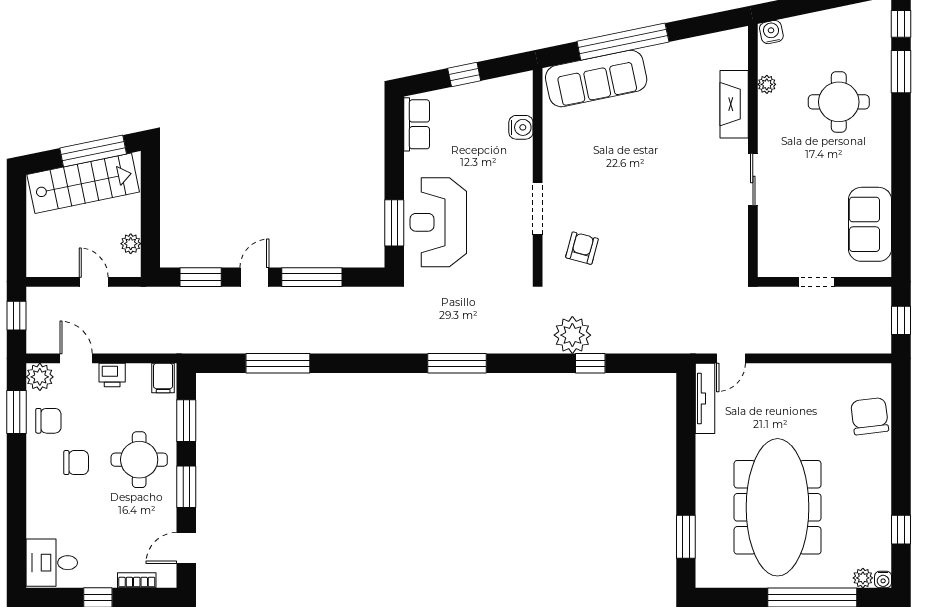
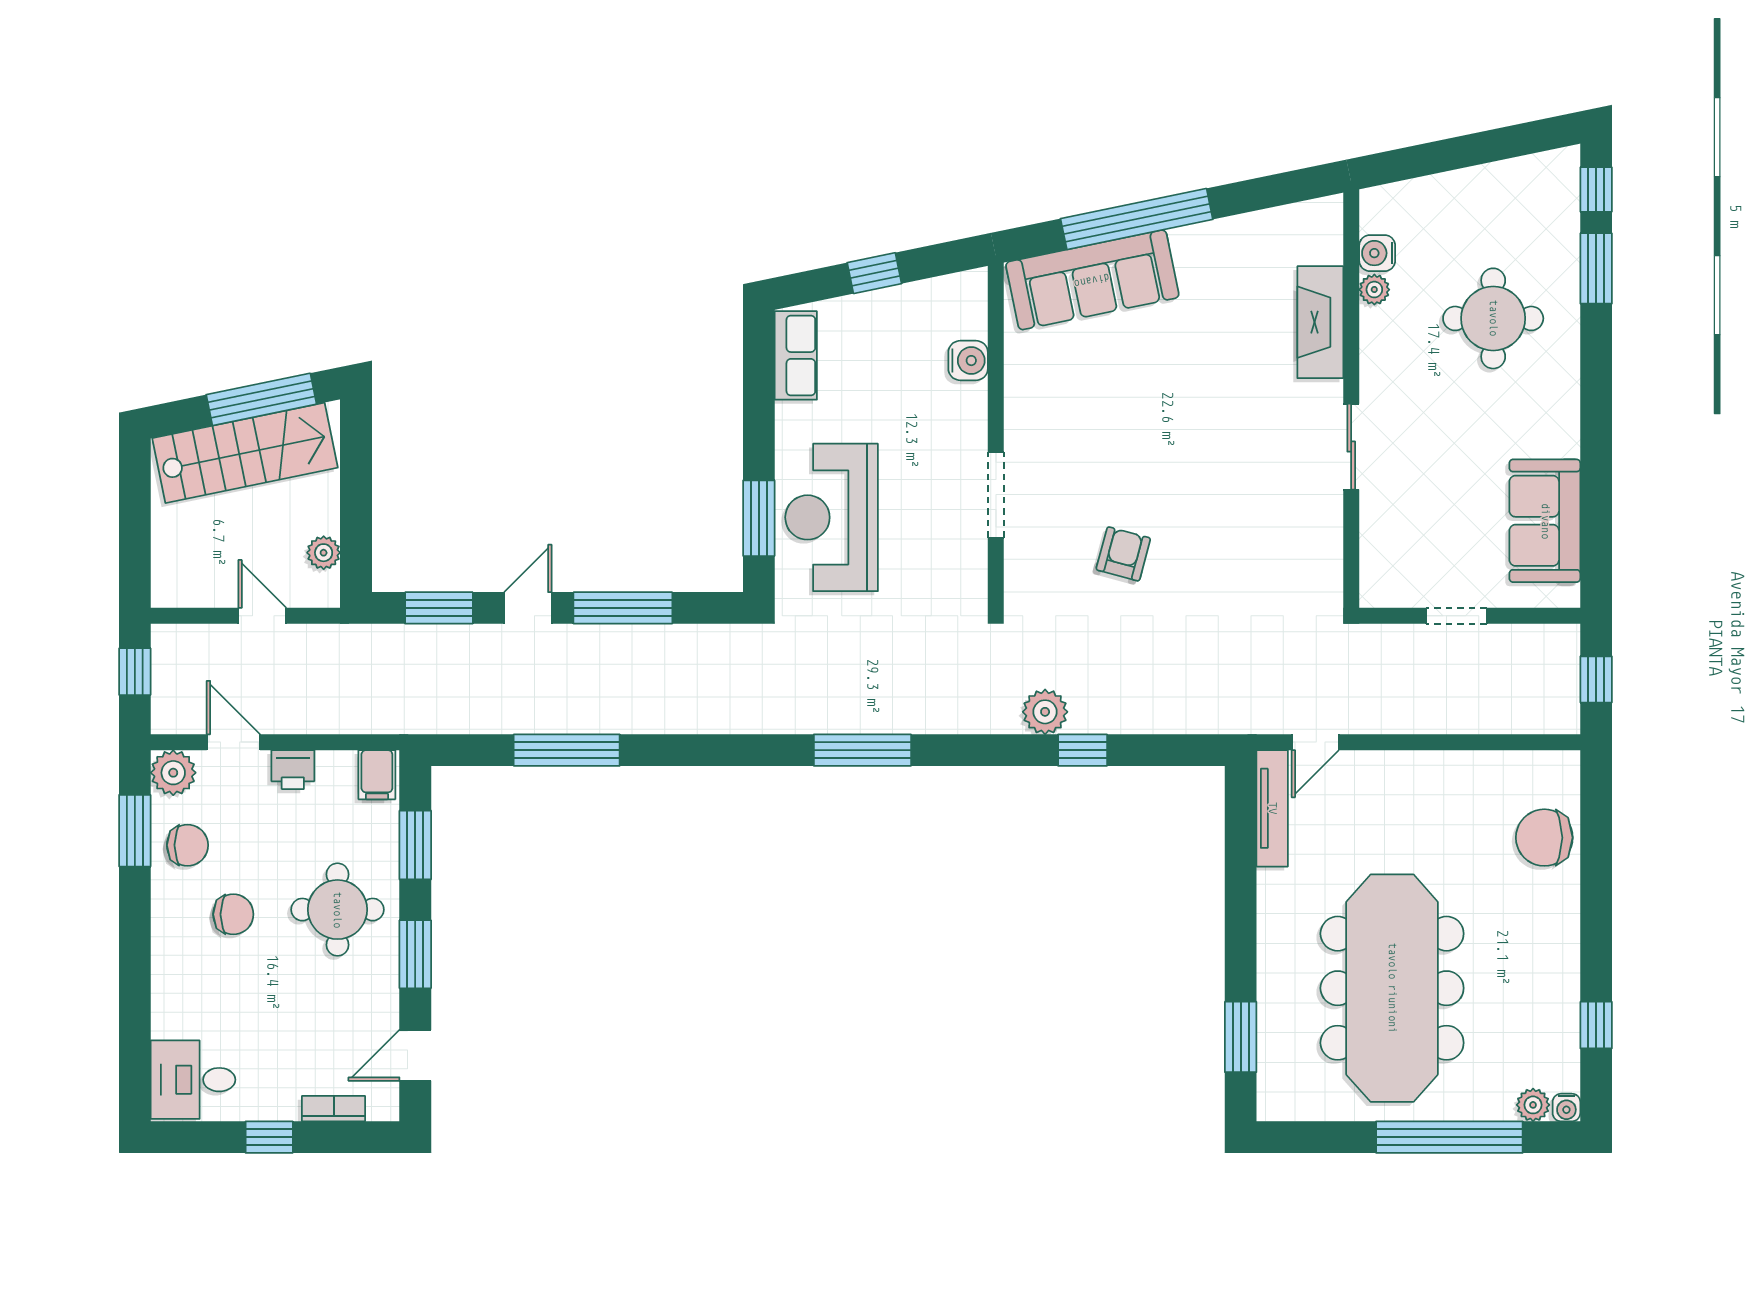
water cooler: (771, 32) -> (1377, 253), moved, turned -78
armchair: (582, 248) -> (1123, 554), moved
plant: (572, 335) -> (1045, 712), width x0.73, depth x0.73
chair: (870, 416) -> (1544, 838), turned -83

